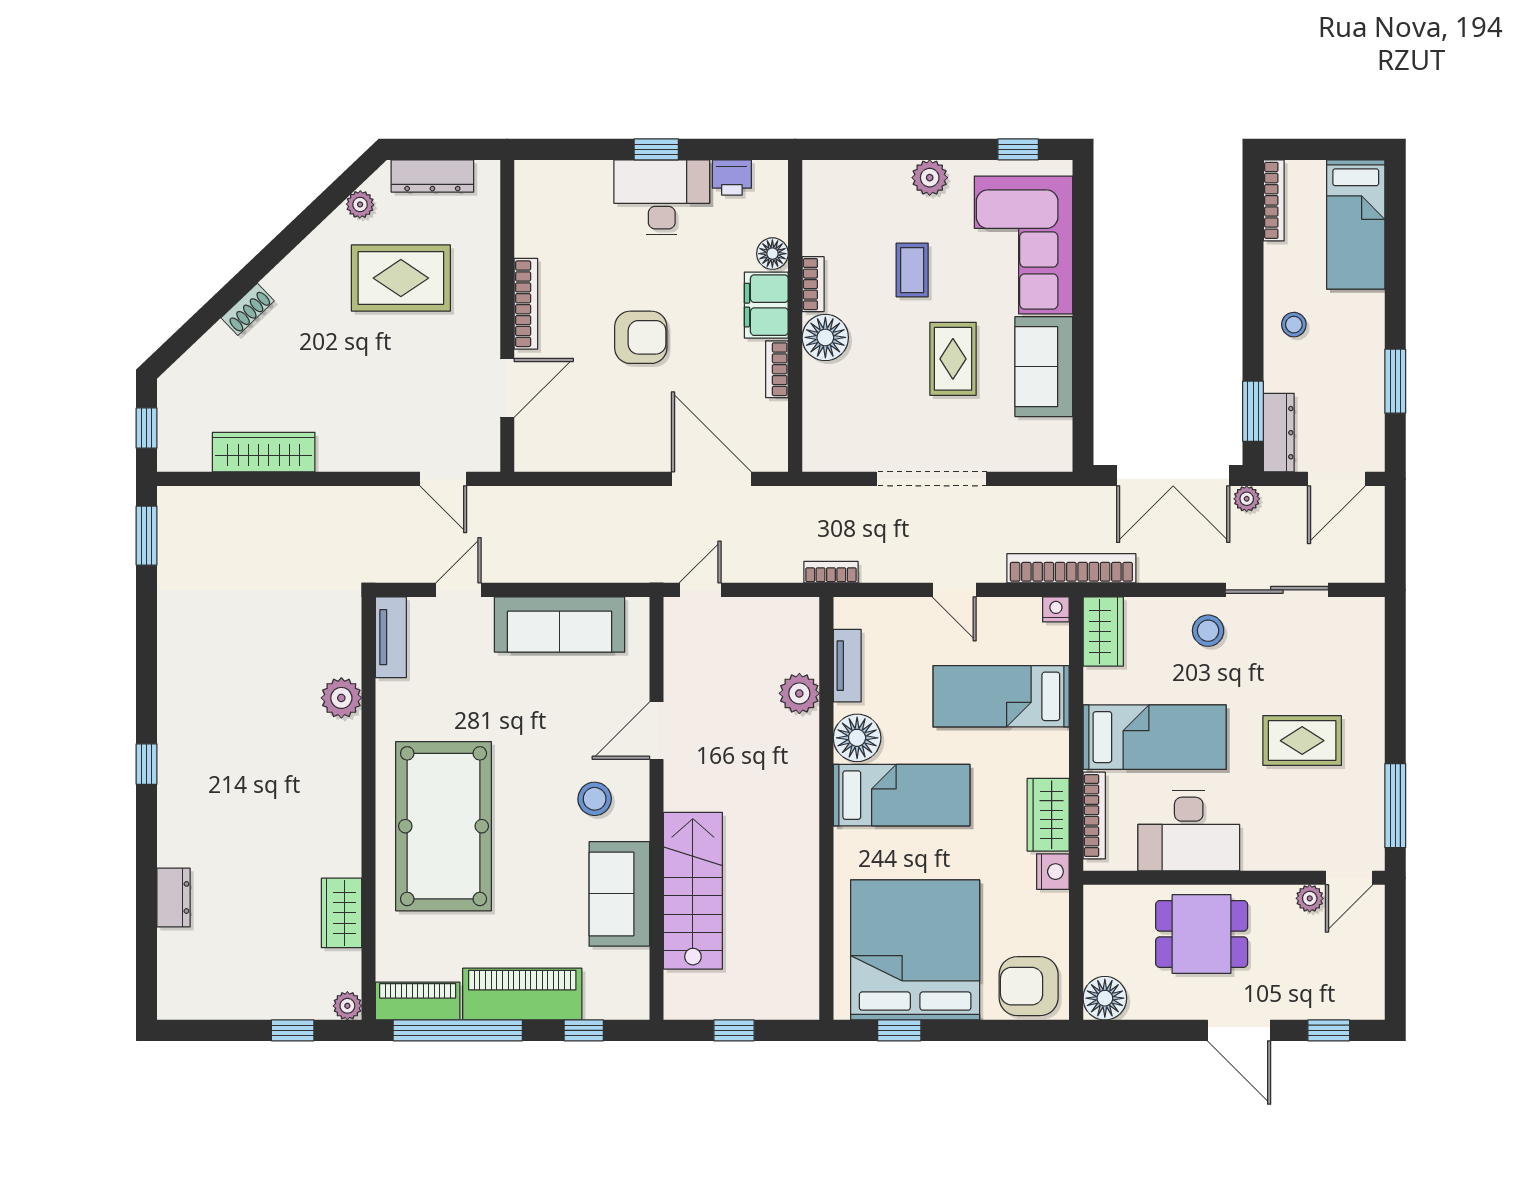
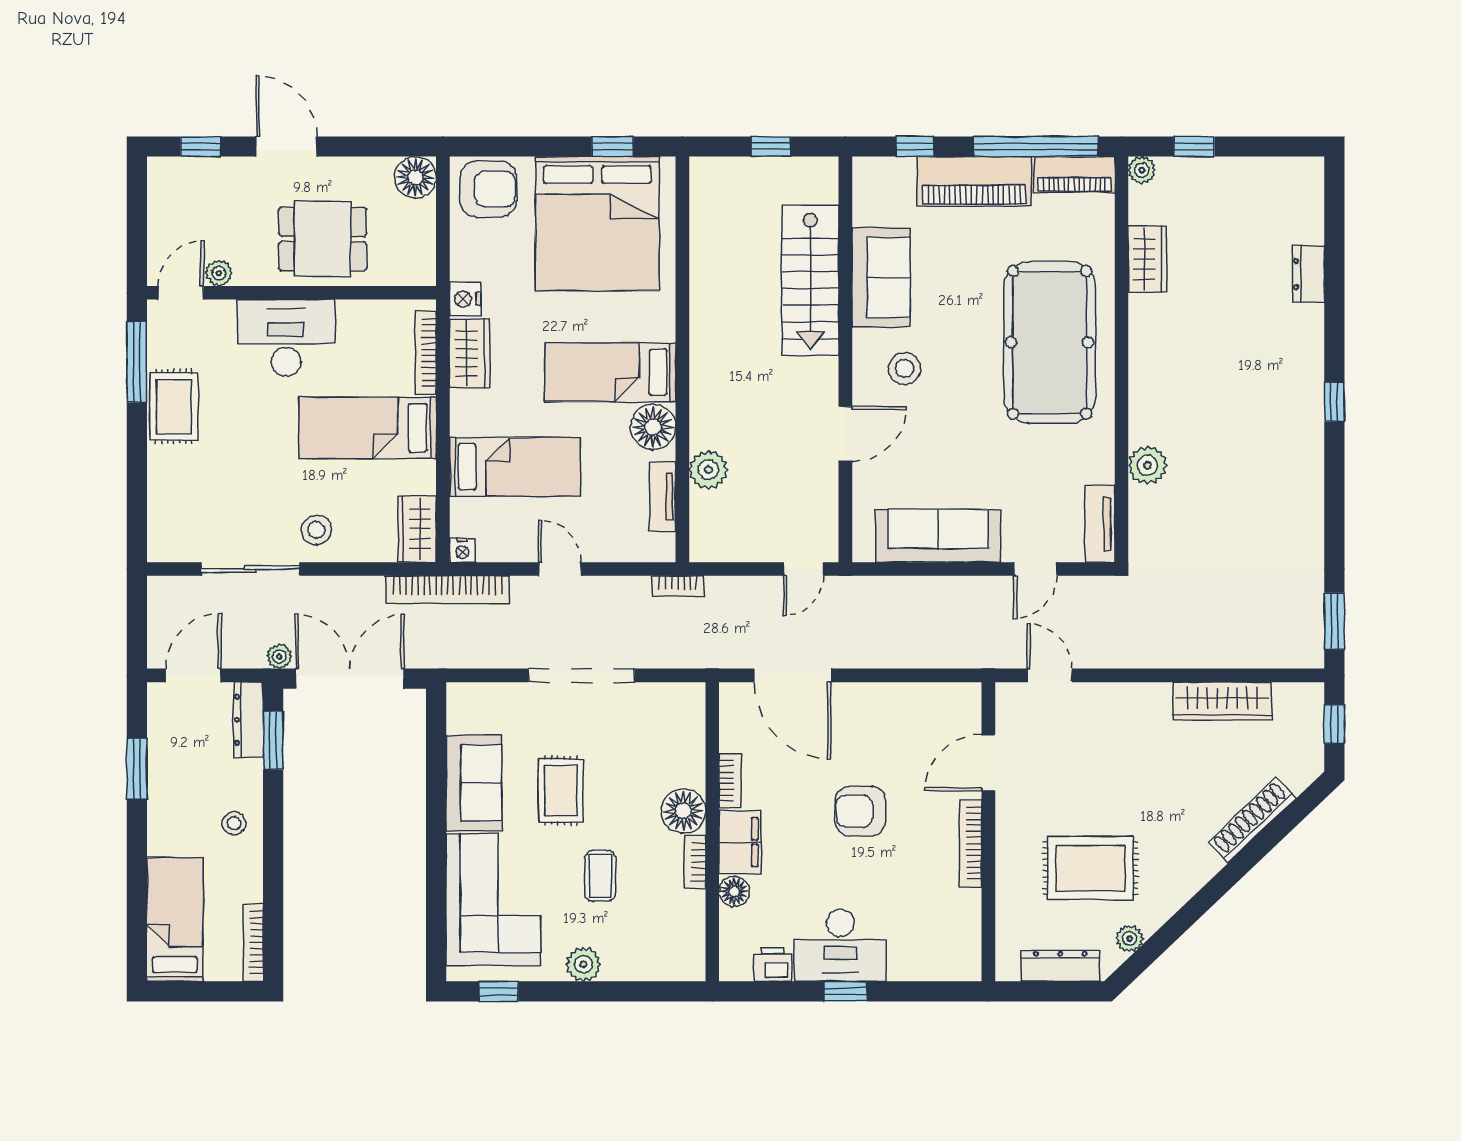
shoe rack: (248, 309) -> (1252, 820), width x1.94, depth x1.24
rug: (1302, 741) -> (174, 406), moved, turned 90
desk: (1189, 831) -> (286, 338), moved

